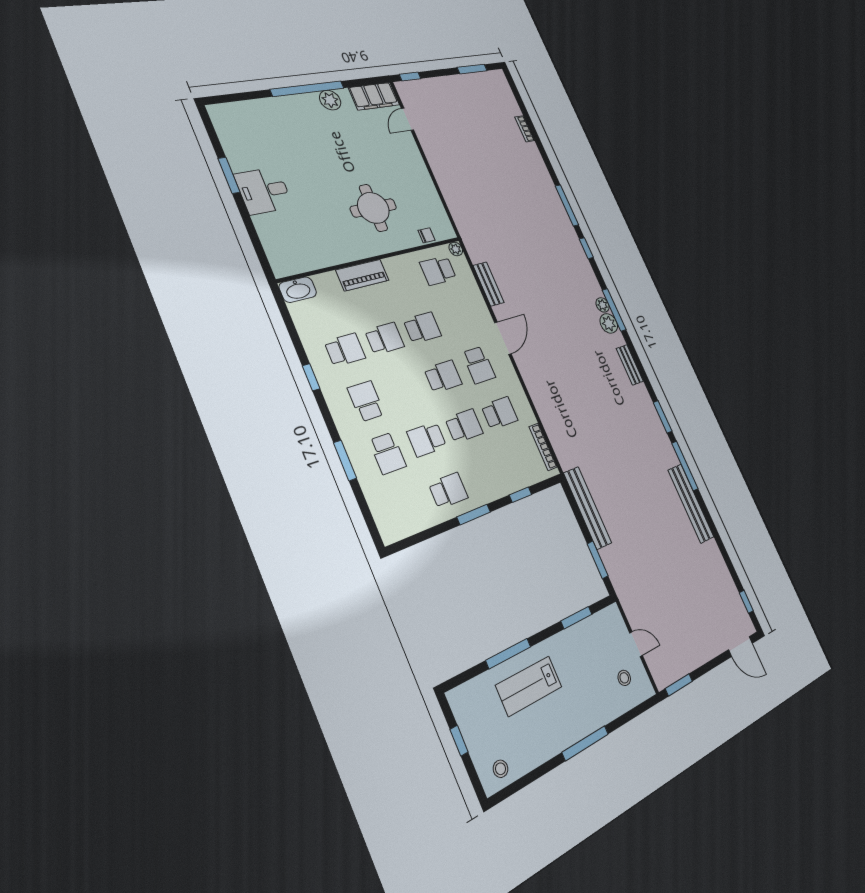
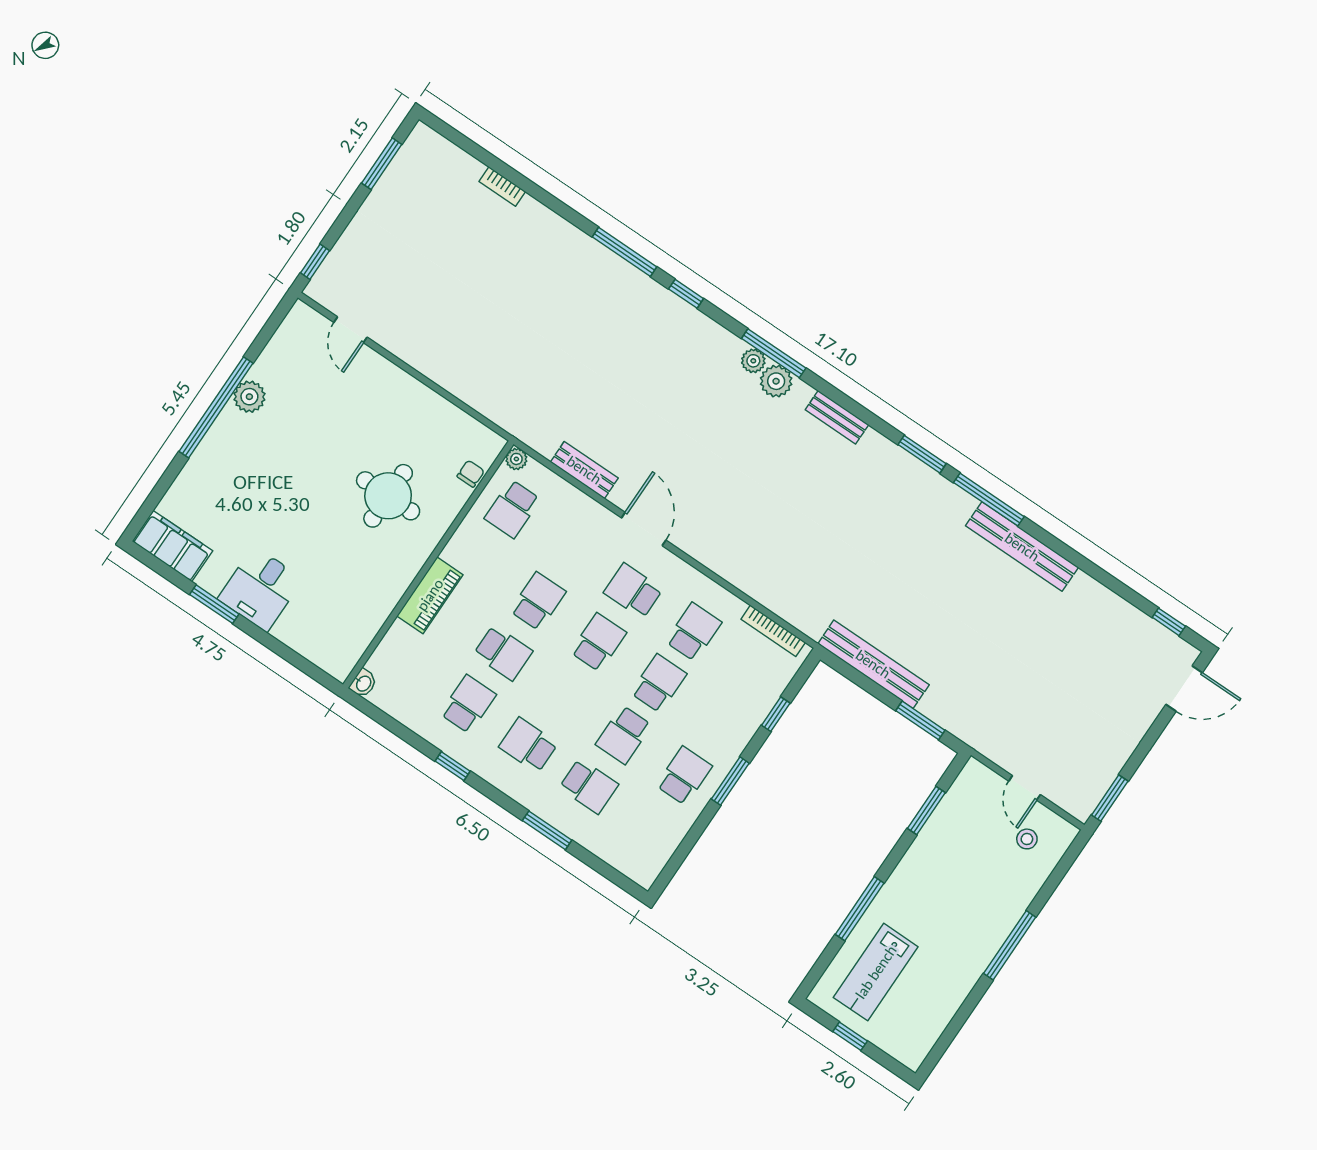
filing cabinet: (374, 96) -> (172, 546), moved, turned -90
washbasin: (298, 290) -> (363, 683), width x0.52, depth x0.69
school desk: (385, 339) -> (503, 653), turned 90
school desk: (479, 365) -> (633, 591), turned 180
door: (636, 644) -> (1025, 788), swing flipped
lab bench: (529, 686) -> (876, 972), moved
stool: (500, 769) -> (915, 1035), removed

